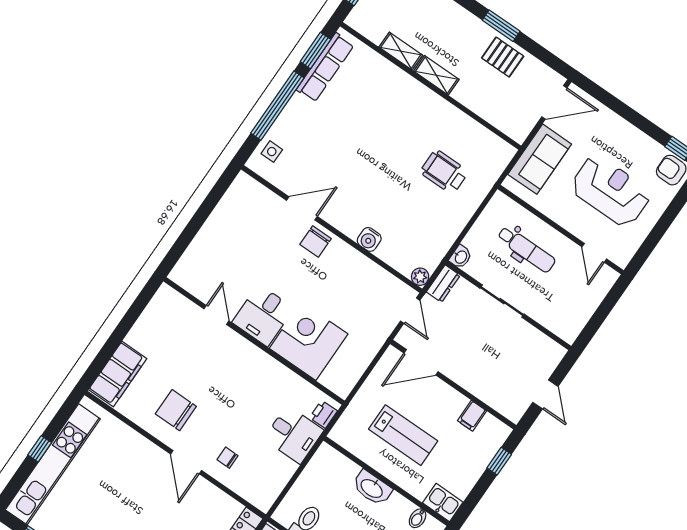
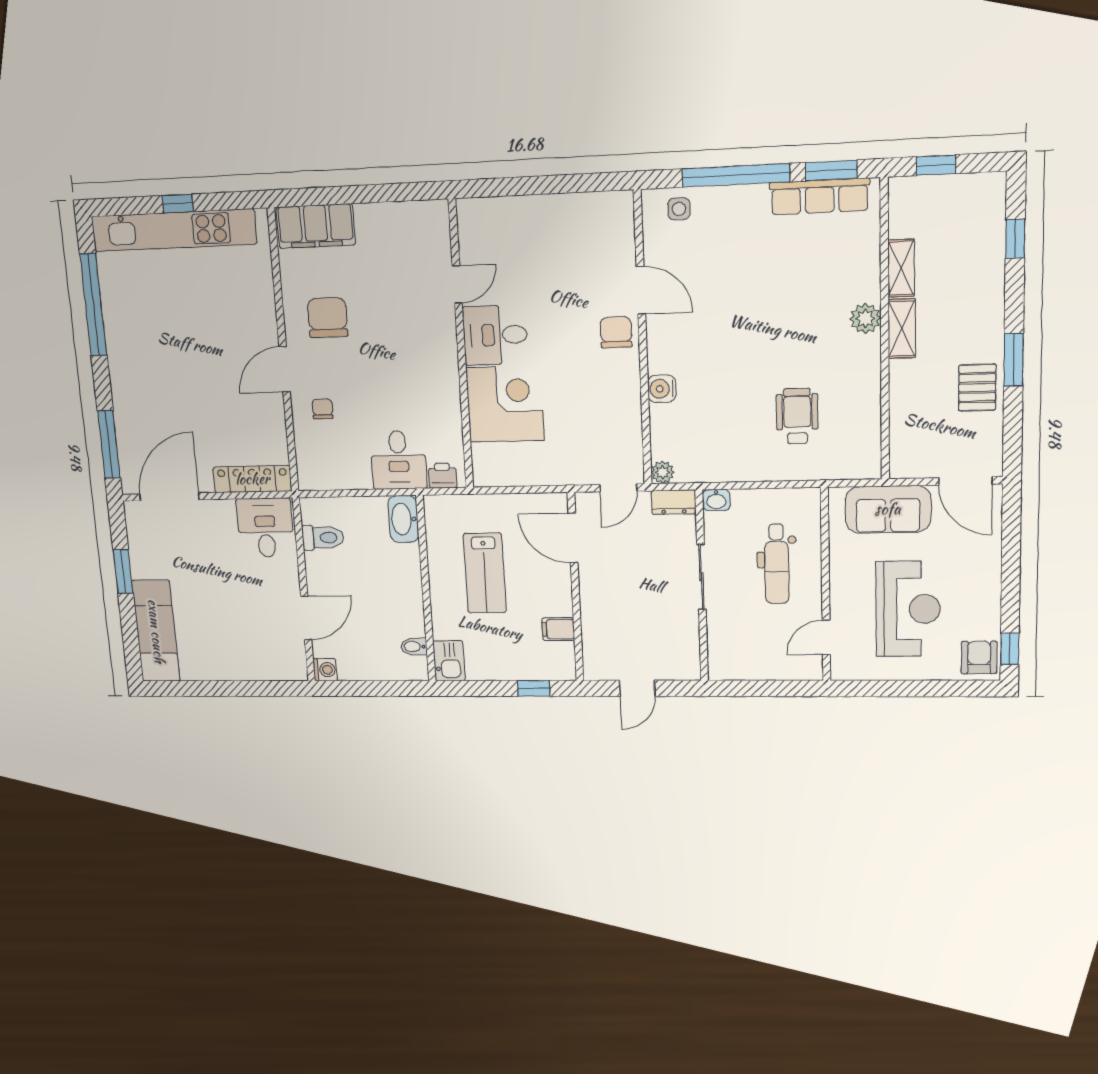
plant: (415, 92) -> (865, 318), added
chair: (316, 241) -> (616, 332), turned 90
washbasin: (372, 488) -> (403, 519), moved

